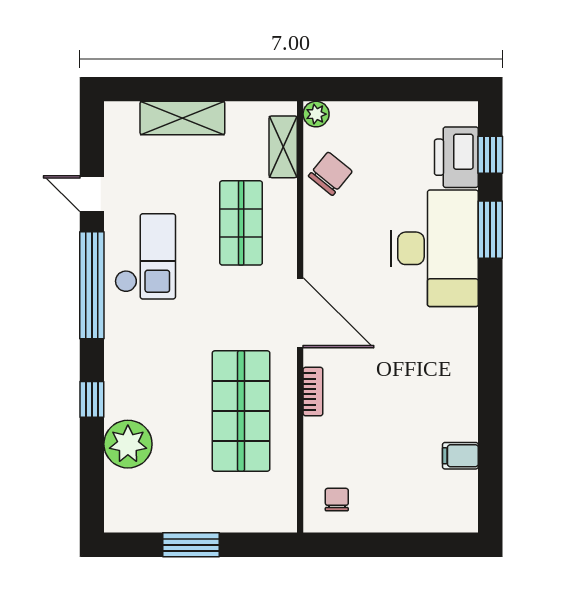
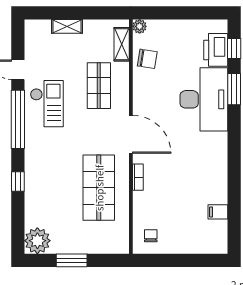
shelving: (182, 118) -> (67, 26), width x0.67, depth x0.75
chair: (330, 174) -> (147, 59), turned 60
plant: (128, 444) -> (37, 241), moved

